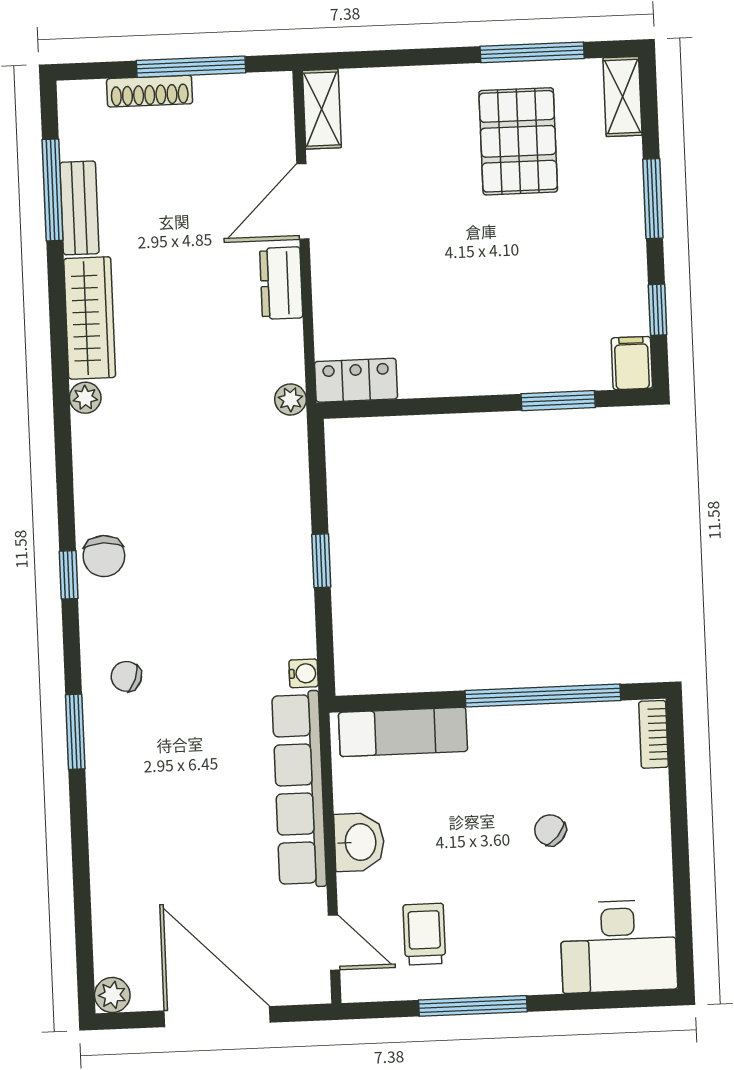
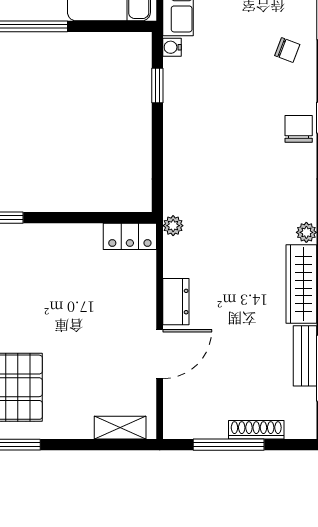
shelving: (322, 109) -> (120, 428), moved, turned 90
window: (321, 561) -> (157, 86), moved

